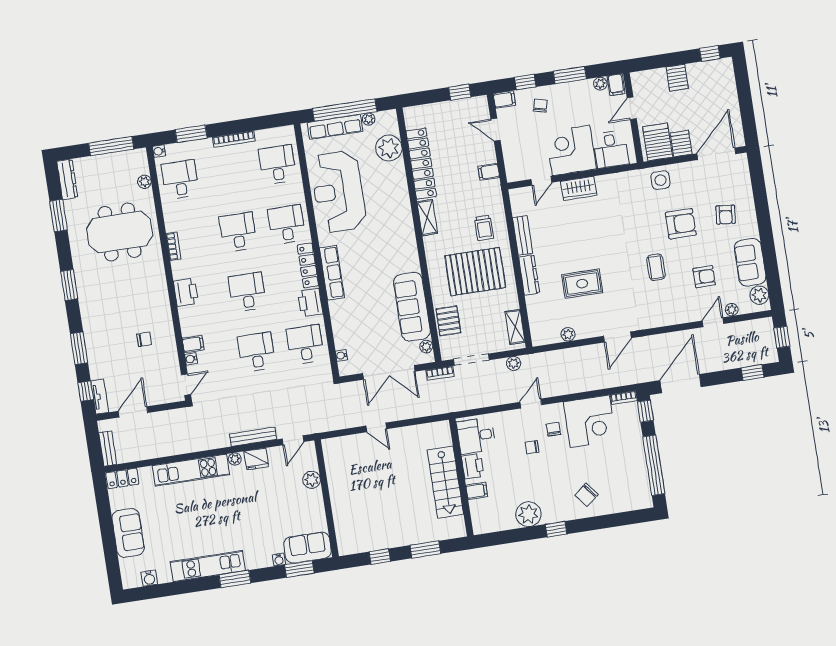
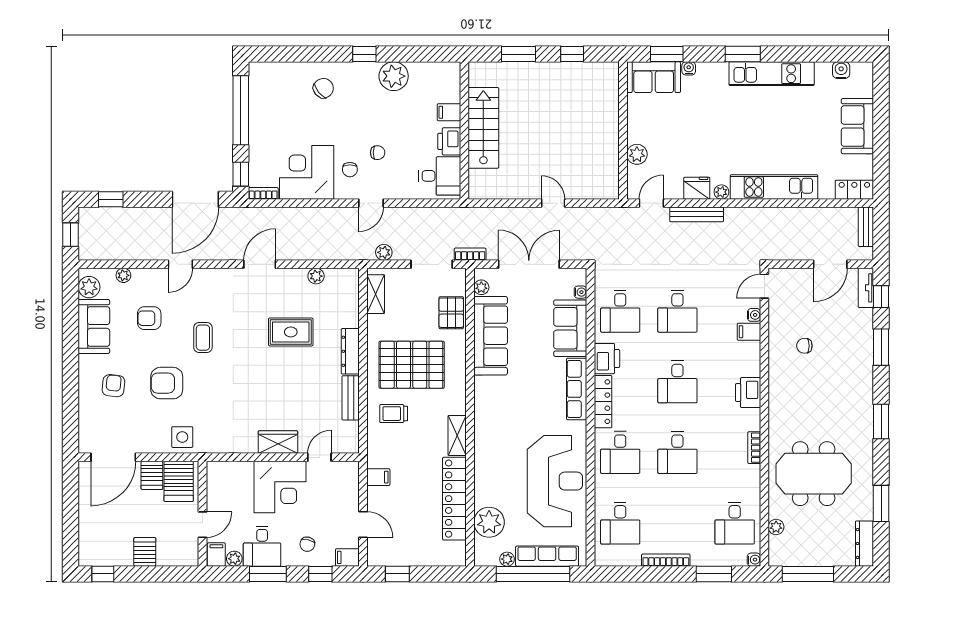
desk: (611, 149) -> (262, 546), moved, turned 180
trolley: (484, 228) -> (394, 414), turned -90
door: (713, 322) -> (180, 264), moved
sofa: (345, 323) -> (570, 328), added

